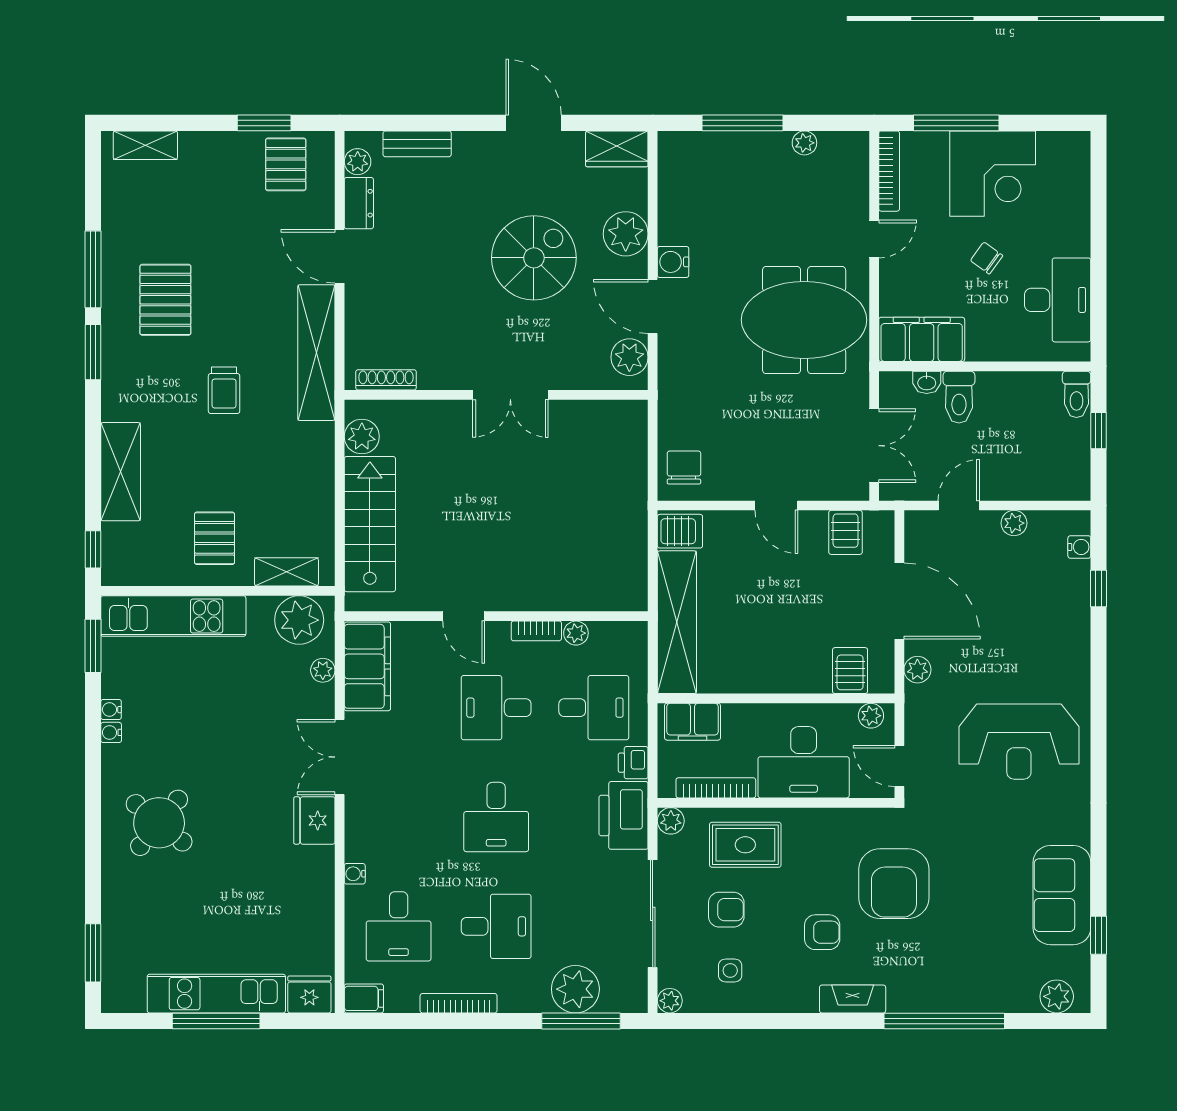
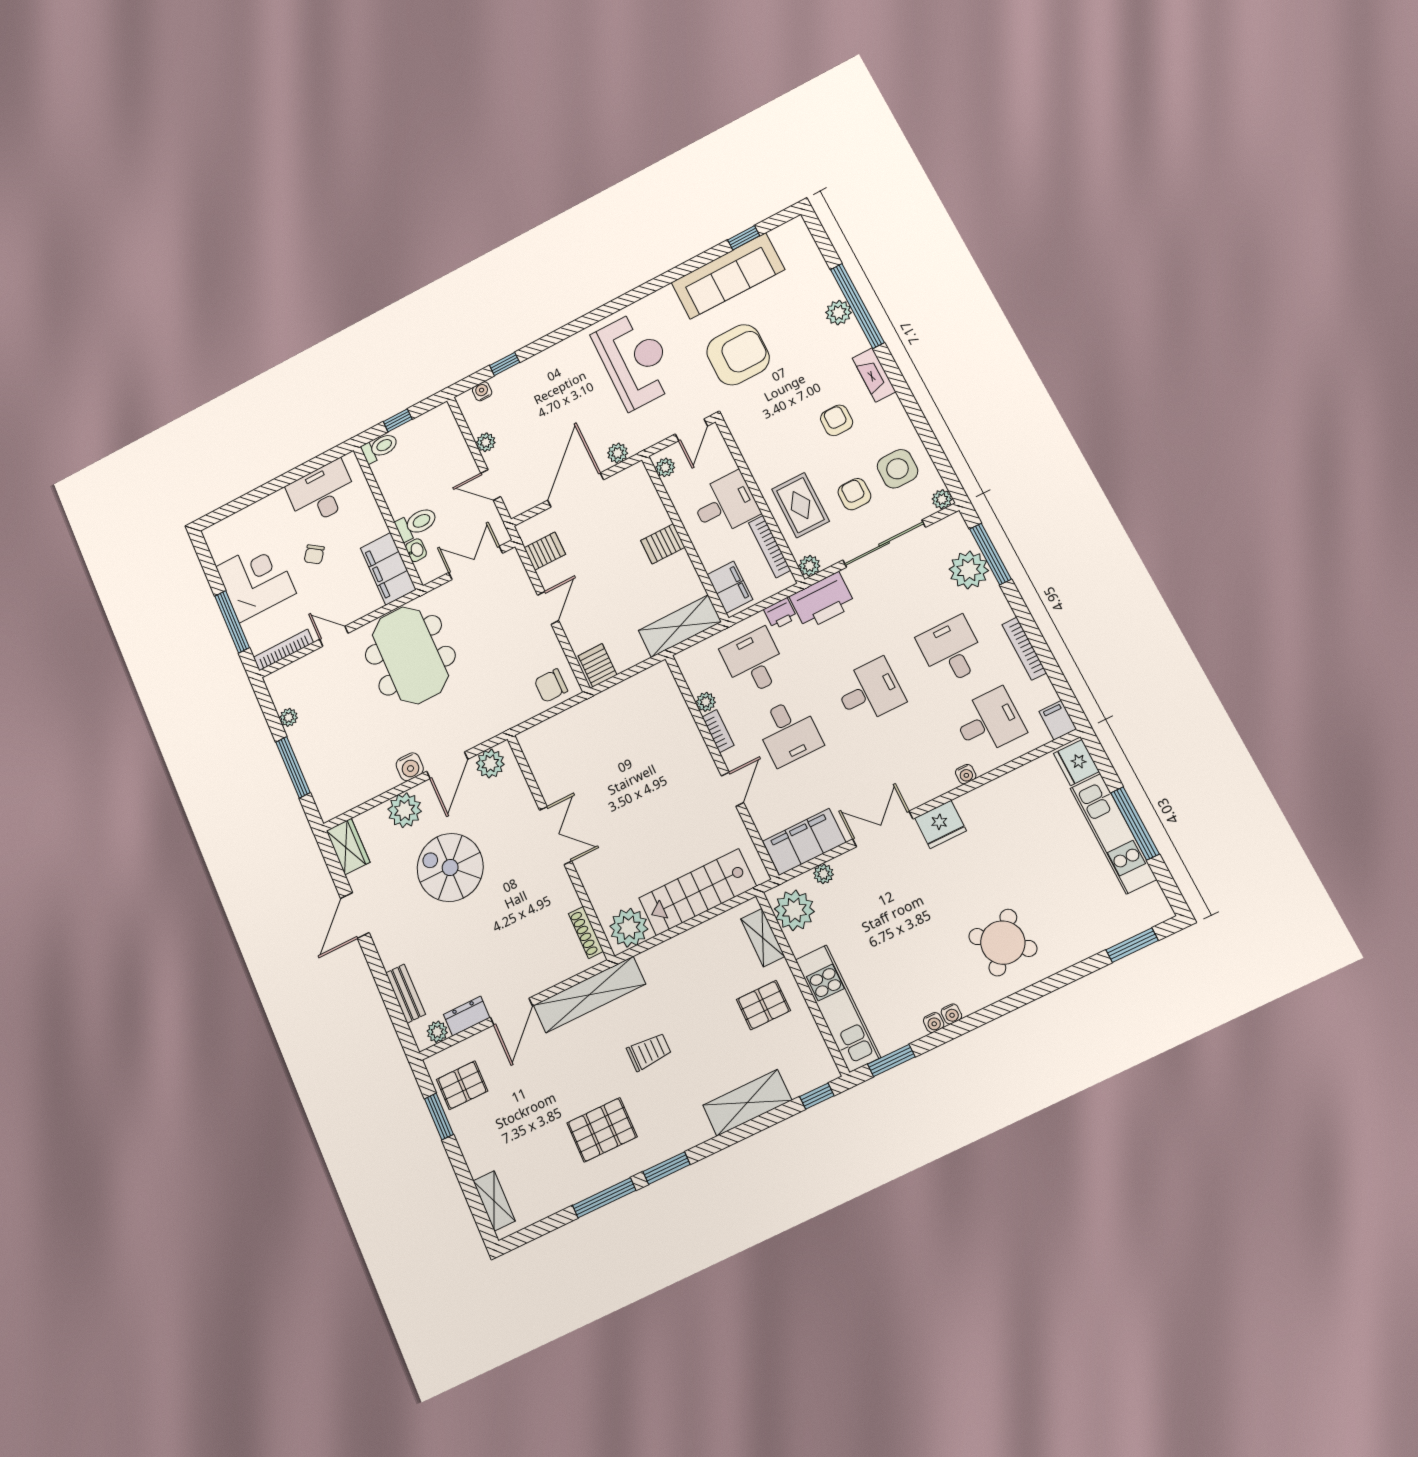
plant: (362, 437) -> (629, 928), width x1.36, depth x1.36
shelving: (677, 622) -> (680, 626), width x0.68
server rack: (850, 671) -> (663, 544), moved
double door: (340, 757) -> (883, 829), swing flipped
desk: (804, 762) -> (725, 504), width x0.73
armchair: (894, 884) -> (738, 355), moved
sofa: (1062, 895) -> (728, 276), width x1.36
side table: (730, 970) -> (897, 469), width x1.87, depth x1.87
plant: (1057, 996) -> (839, 313), moved

